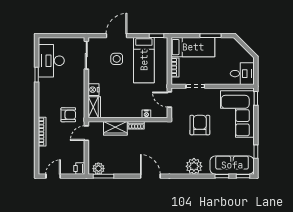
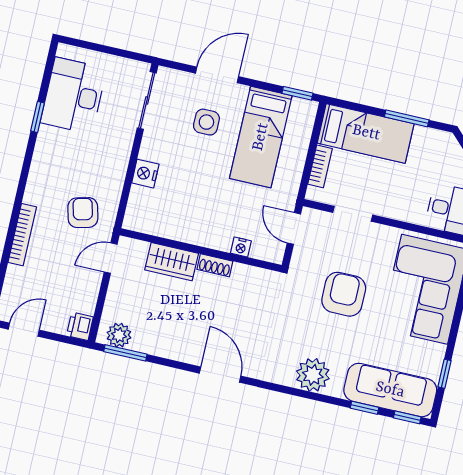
wardrobe: (94, 107) -> (139, 209), removed
armchair: (68, 115) -> (83, 213), turned -104

